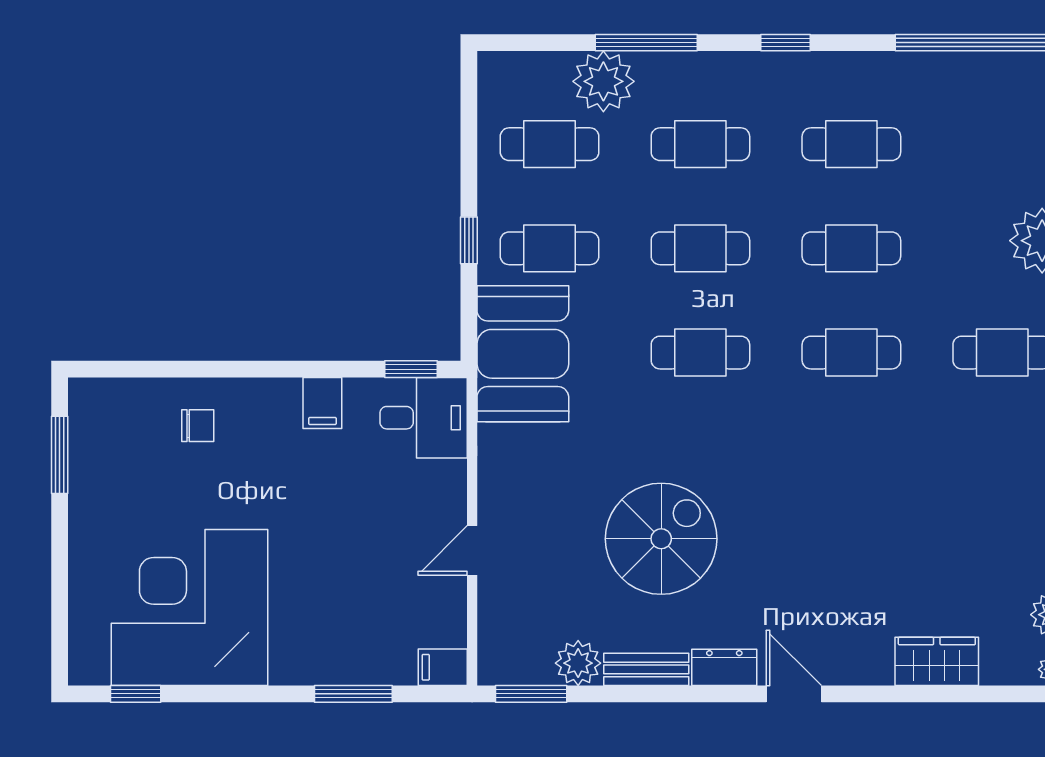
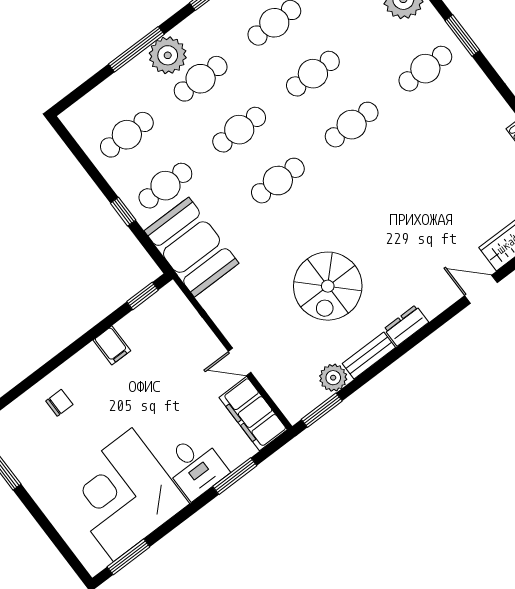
plant: (603, 81) -> (168, 55), moved
desk: (424, 418) -> (195, 466), moved, turned 90
spiral stairs: (661, 539) -> (328, 286), turned 180
door: (472, 550) -> (240, 362), hinge flipped
filing cabinet: (443, 667) -> (253, 414), width x3.00, depth x1.17
window: (136, 694) -> (128, 557), width x1.50
door: (794, 694) -> (481, 289), moved

